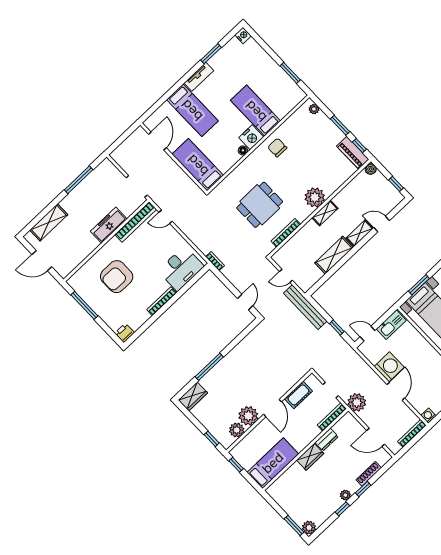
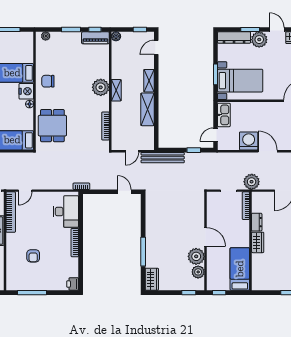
dining table: (260, 205) -> (52, 126), moved
door: (382, 224) -> (156, 47), moved
armchair: (117, 277) -> (33, 256), width x0.53, depth x0.53
cot: (298, 395) -> (213, 213), removed

